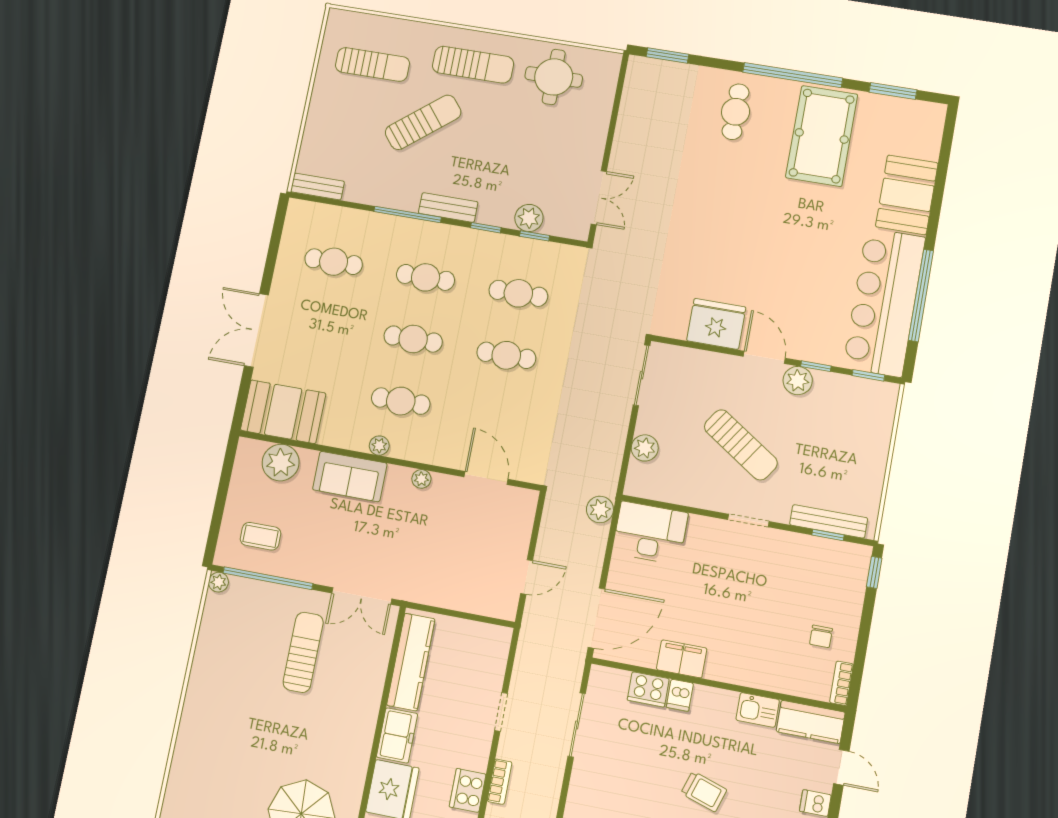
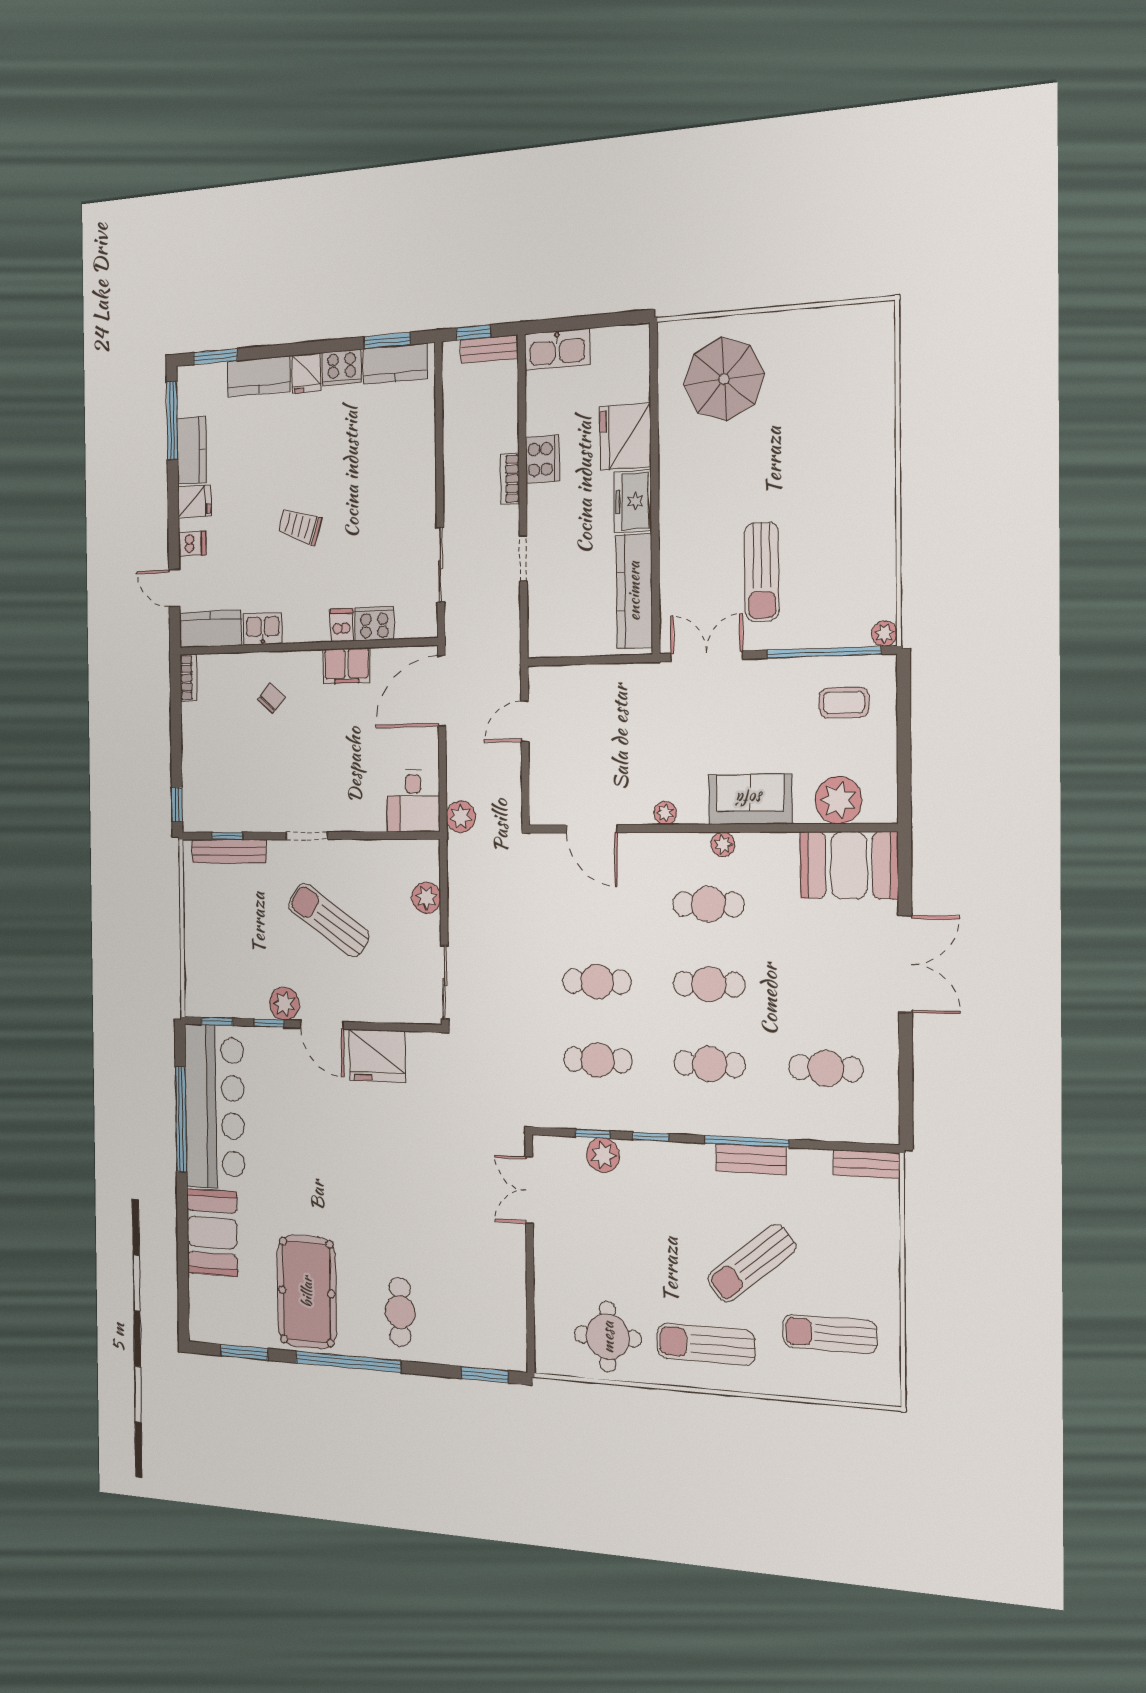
bench: (448, 208) -> (751, 1159), moved
desk: (650, 533) -> (413, 801), width x0.73
chair: (821, 636) -> (271, 698), moved, turned 41

